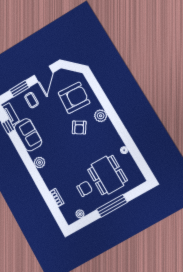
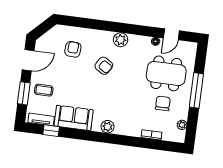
door: (44, 74) -> (28, 60), hinge flipped
armchair: (74, 98) -> (73, 49), width x0.53, depth x0.53
plant: (101, 116) -> (121, 40), moved
door: (138, 157) -> (171, 34), added

